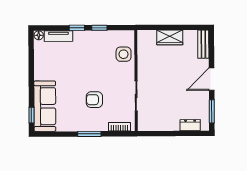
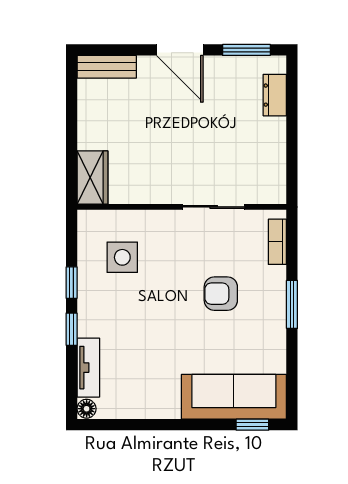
wardrobe: (170, 37) -> (93, 178), moved
side table: (124, 54) -> (122, 257), moved
armchair: (94, 100) -> (221, 294), turned 90

